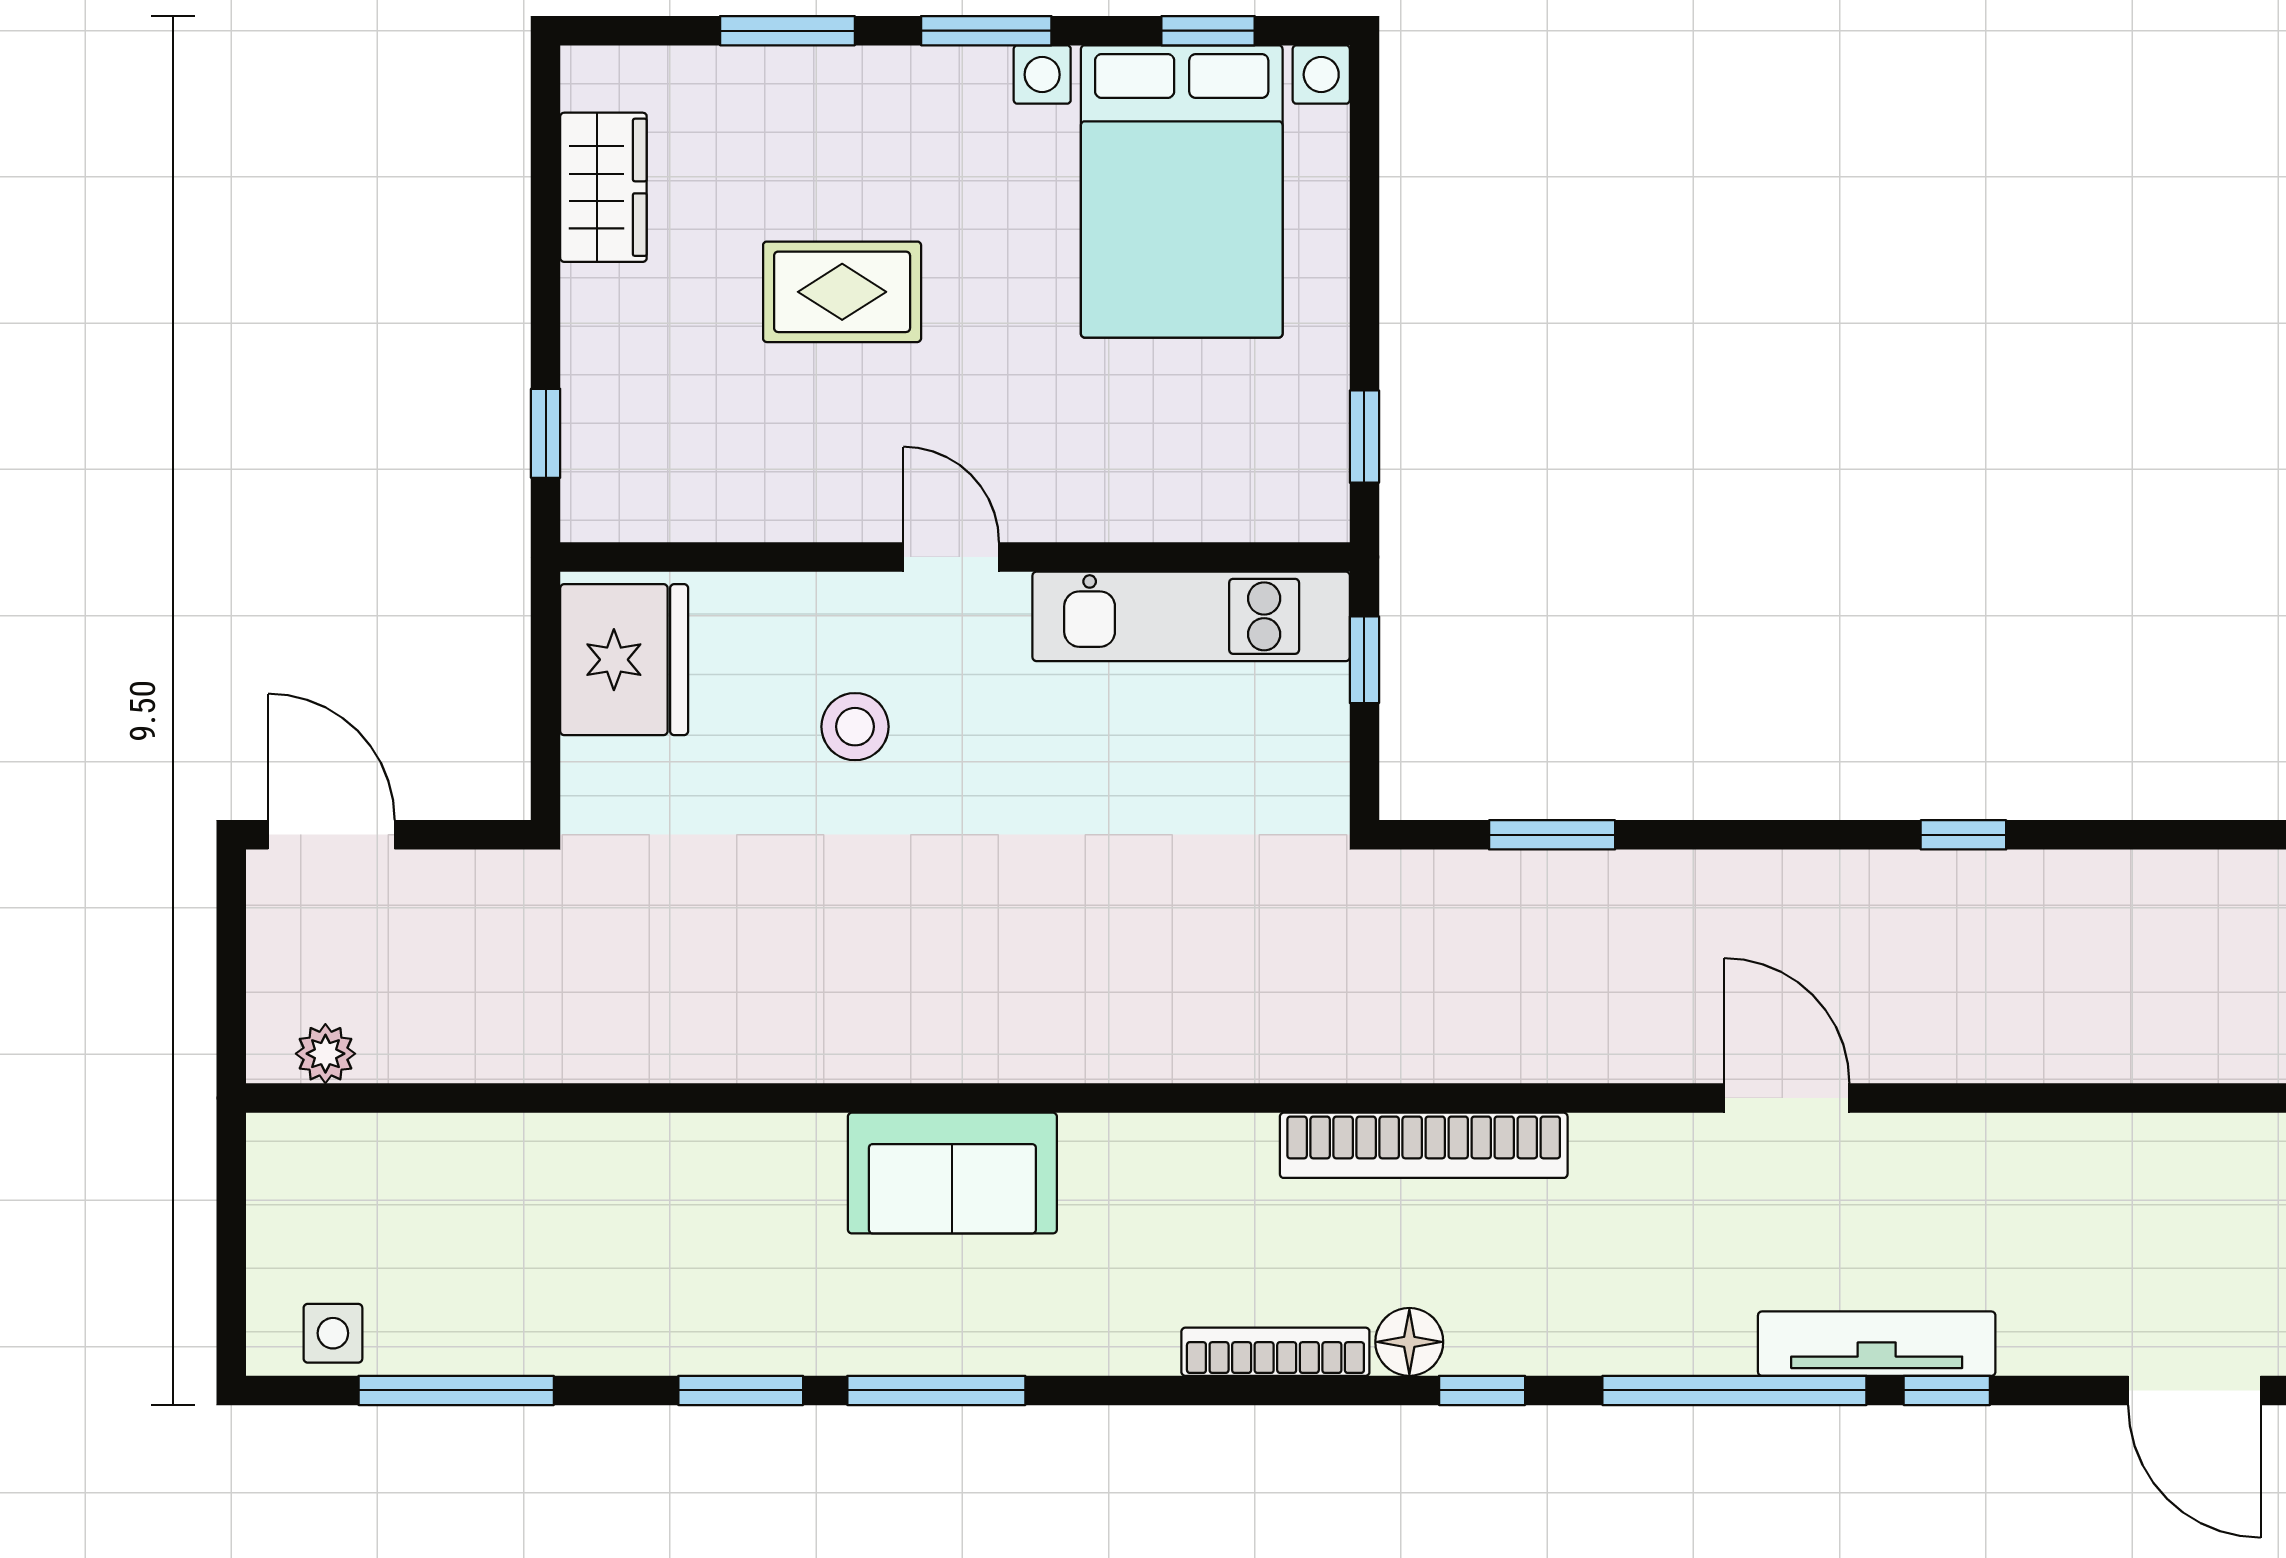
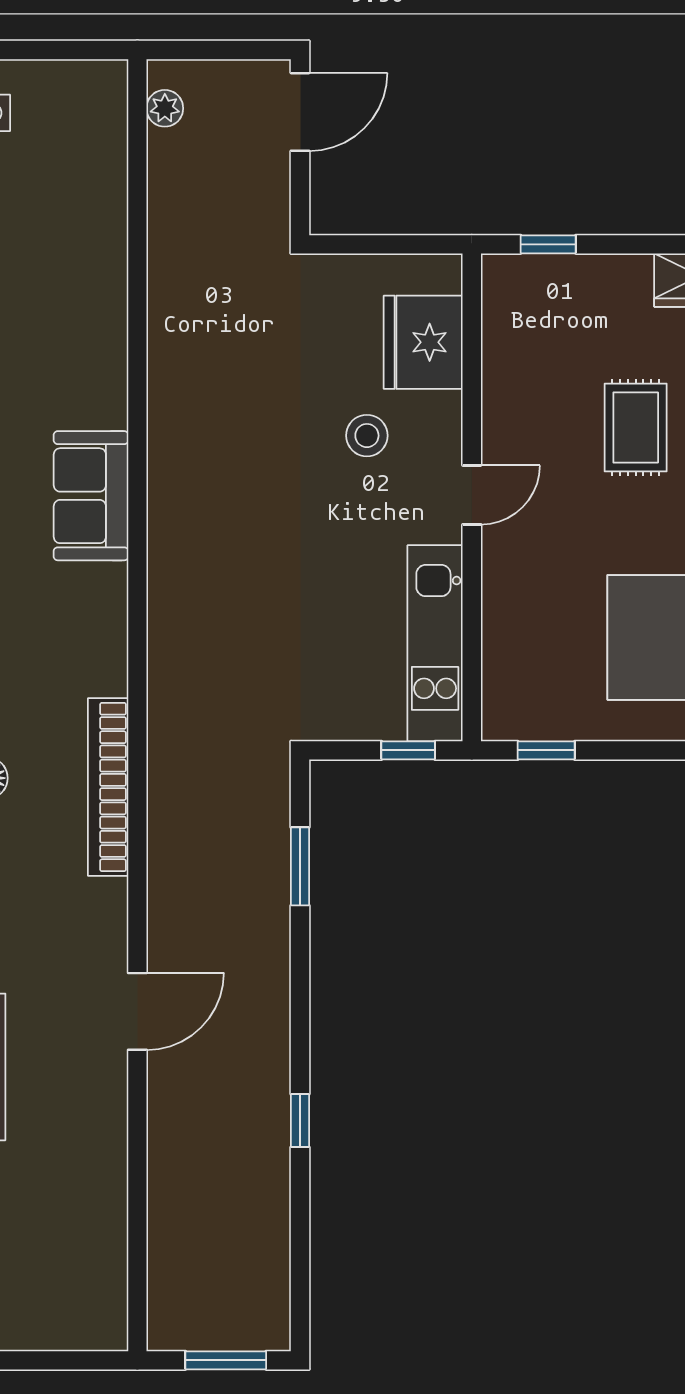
fridge: (624, 660) -> (423, 342), moved, turned 90

